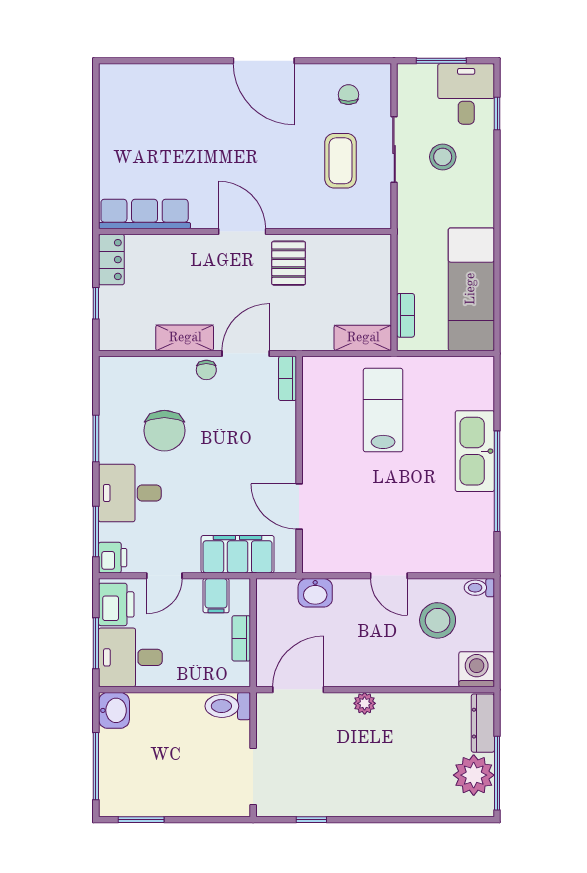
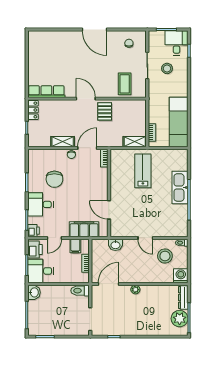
coffee table: (341, 161) -> (125, 84), moved

